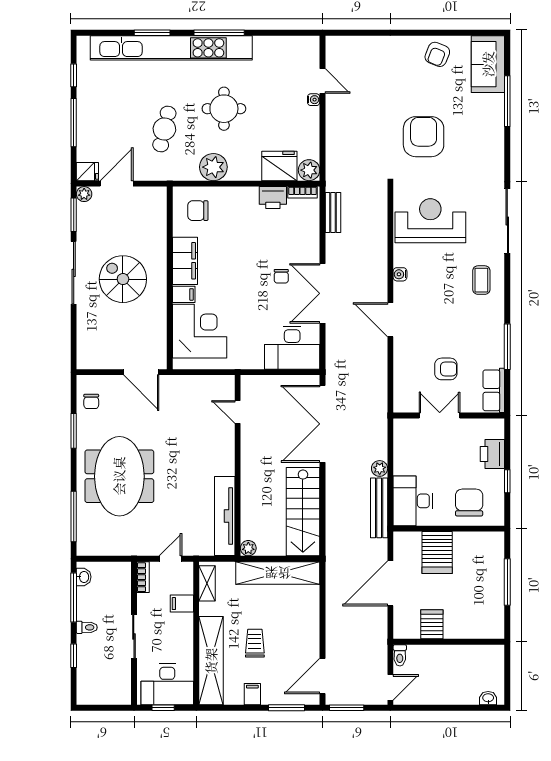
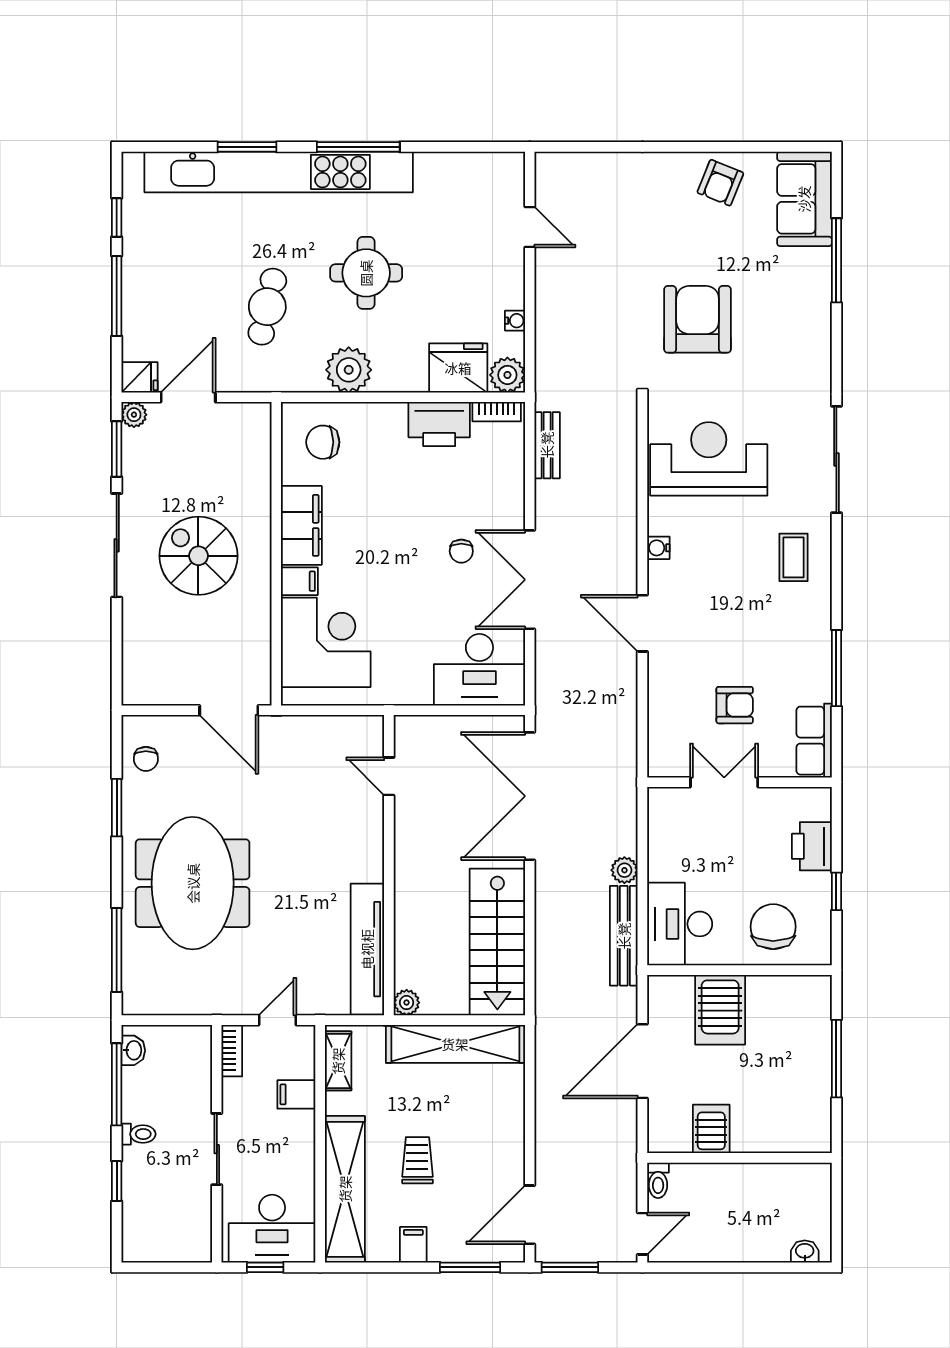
water cooler: (314, 100) -> (515, 321), moved
printer: (273, 198) -> (439, 424), width x1.37, depth x1.19

